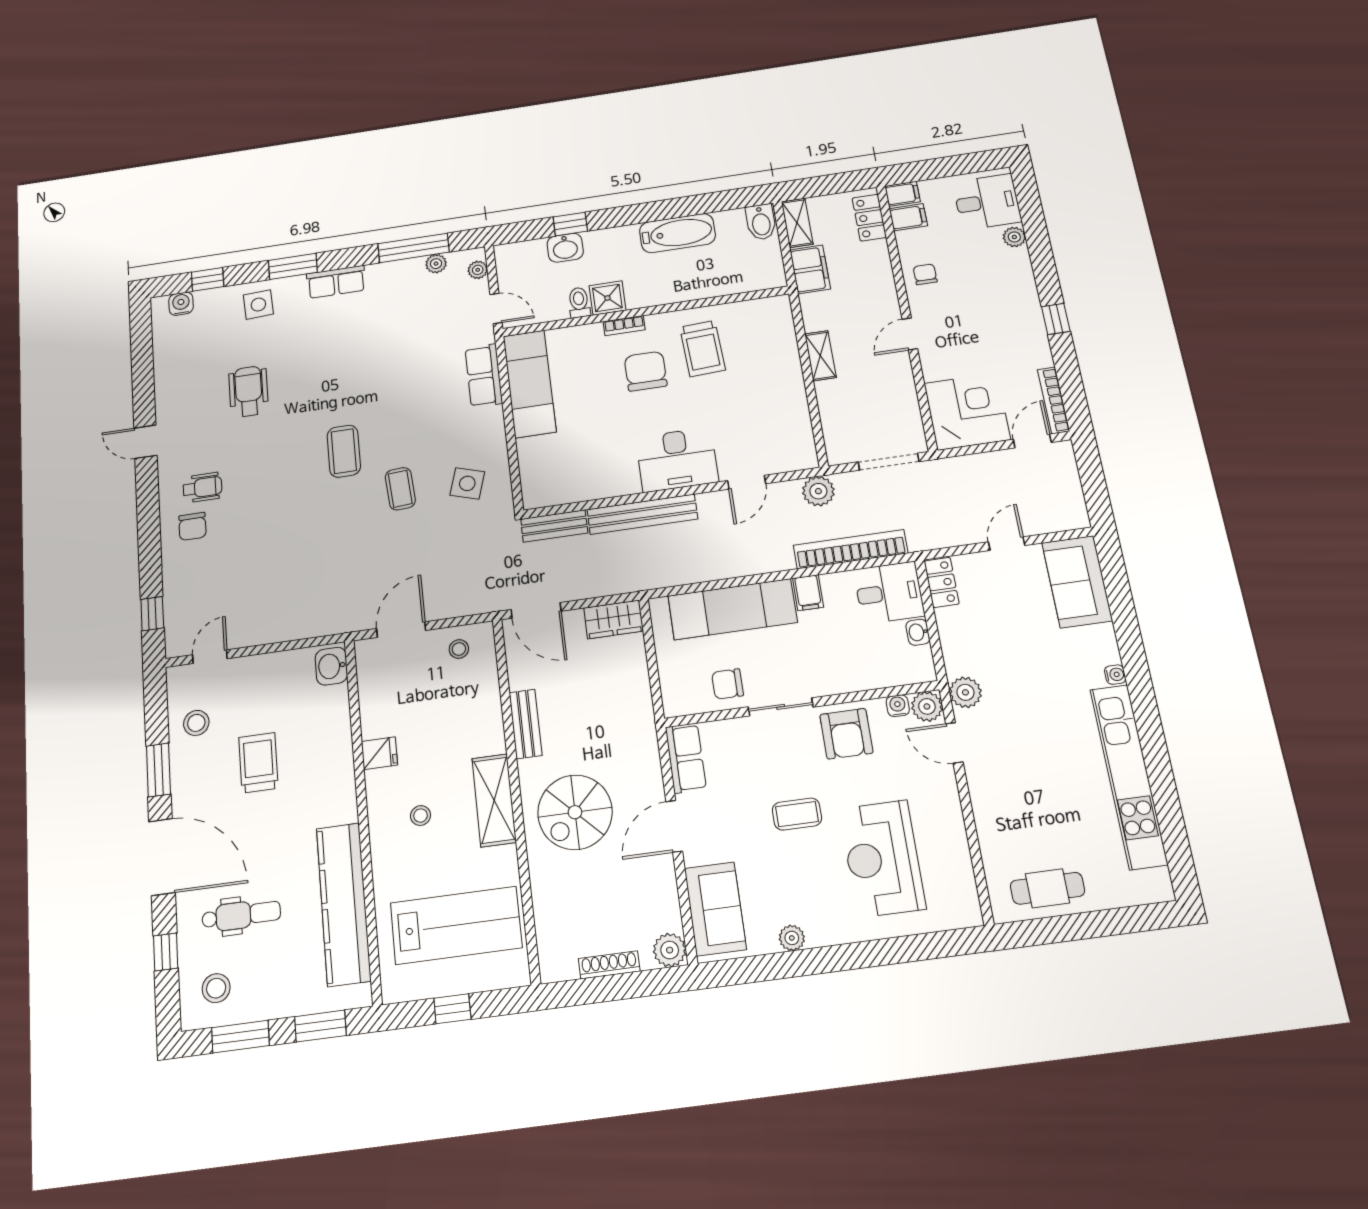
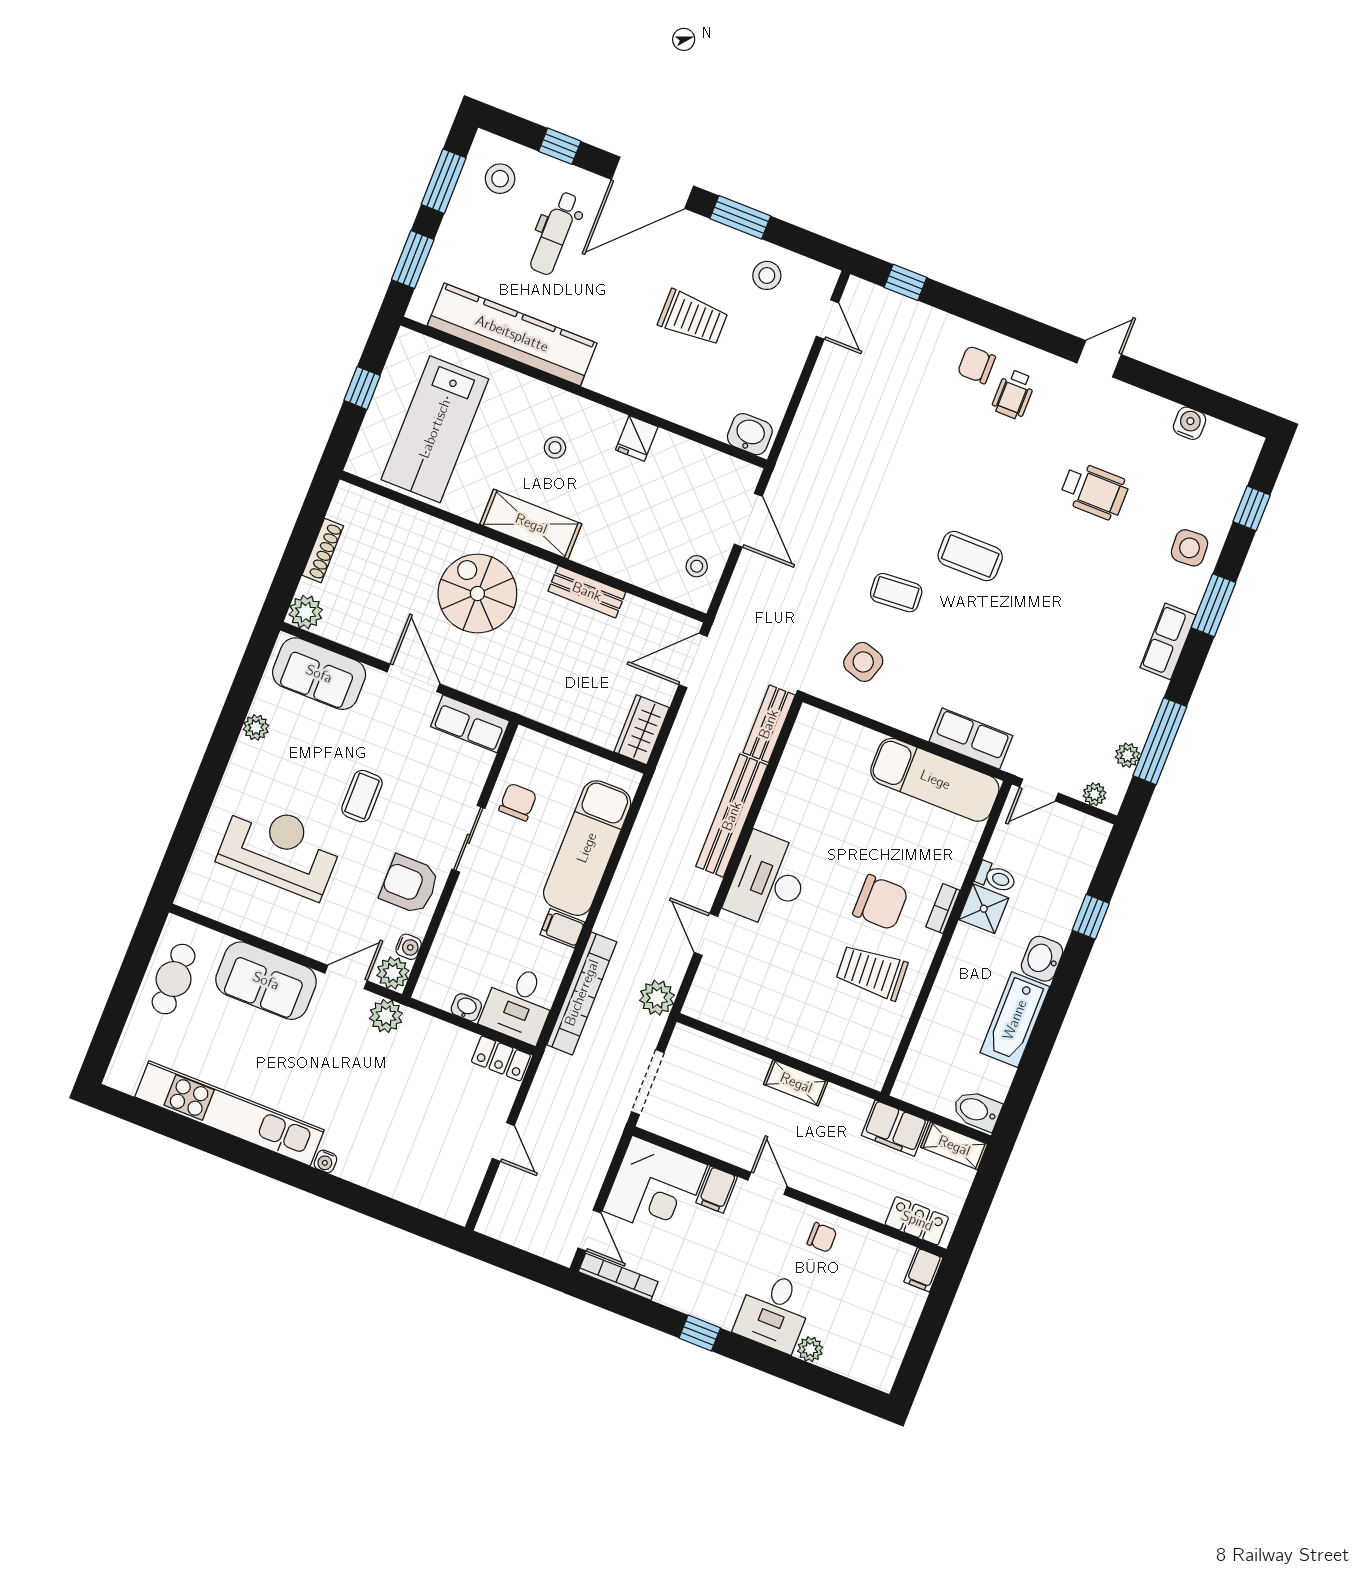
desk: (987, 202) -> (774, 1312), moved
filing cabinet: (908, 217) -> (717, 1190), moved
washbasin: (565, 248) -> (1042, 959), moved
water cooler: (181, 304) -> (1190, 423), moved, turned -90
sofa: (1077, 582) -> (266, 981), moved, turned 180

